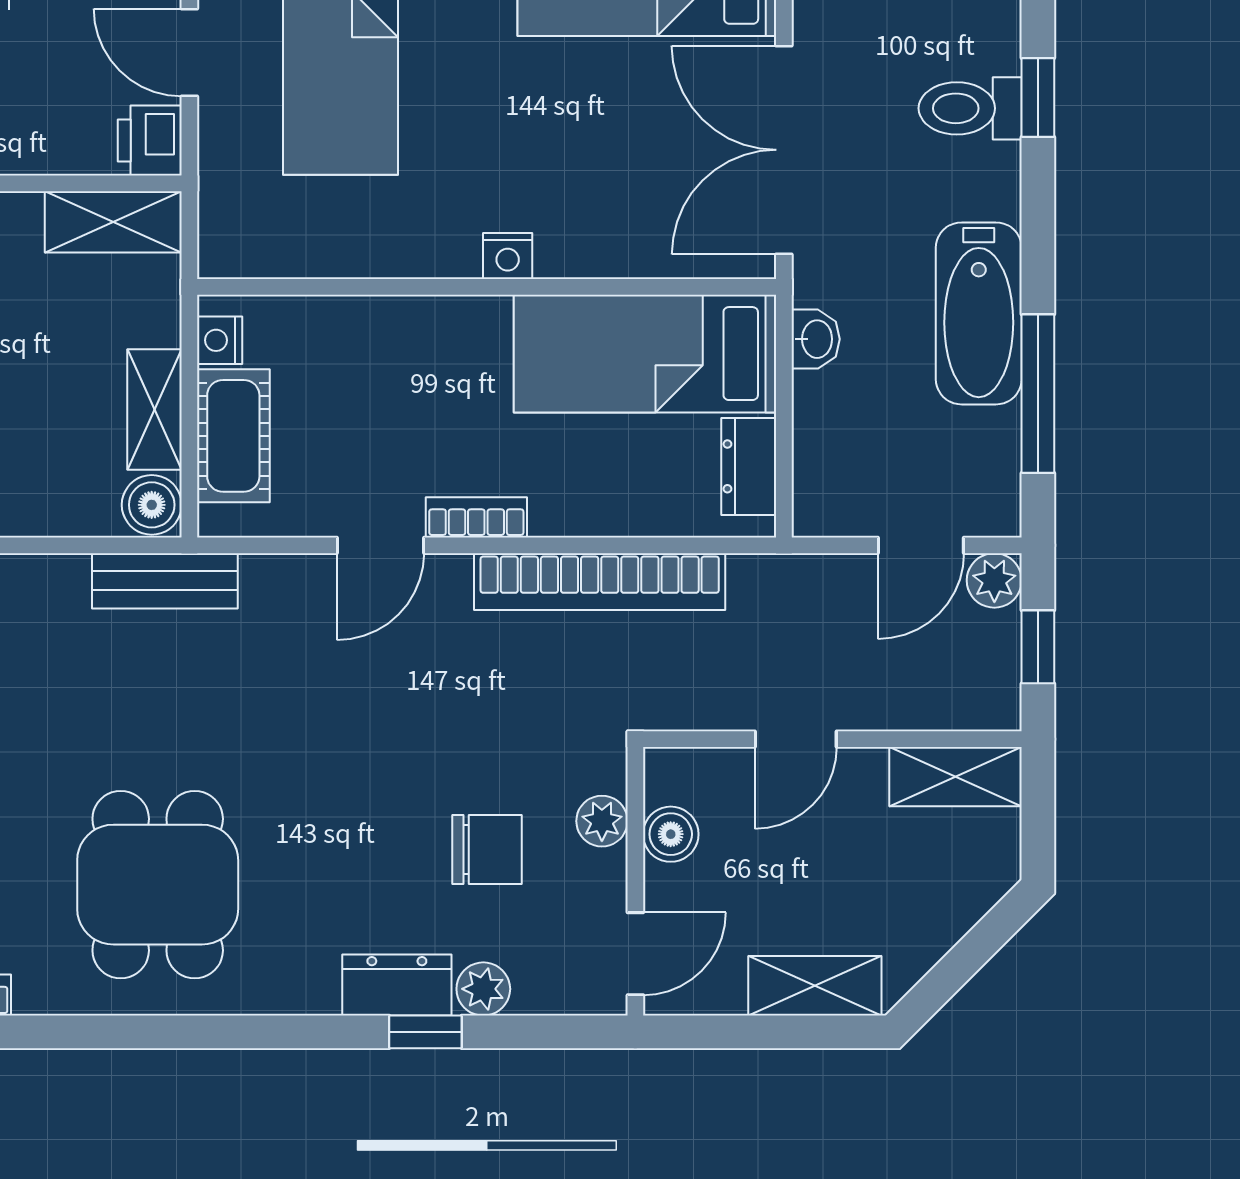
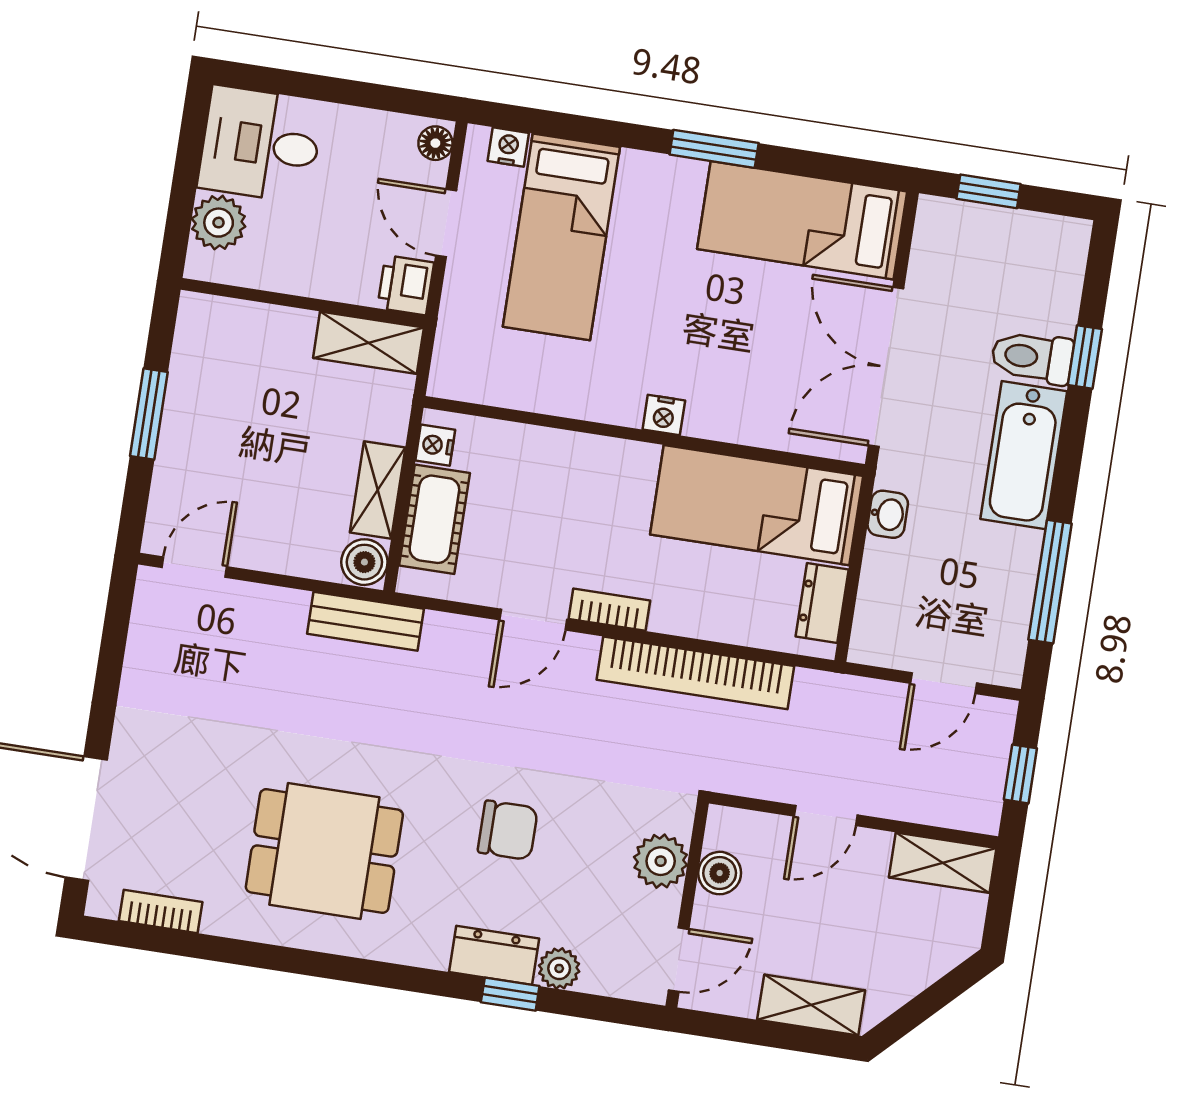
bathtub: (979, 313) -> (1024, 455), moved
plant: (994, 580) -> (995, 718), removed
plant: (602, 821) -> (661, 861), width x1.38, depth x1.38
chair: (487, 849) -> (508, 830), moved
dining table: (158, 885) -> (324, 851), turned 90

